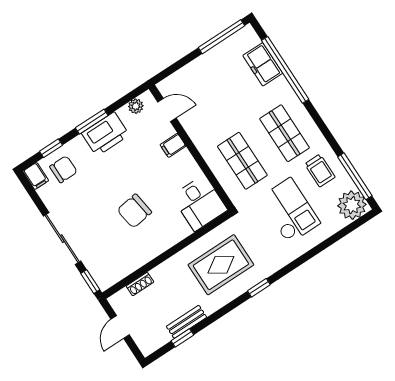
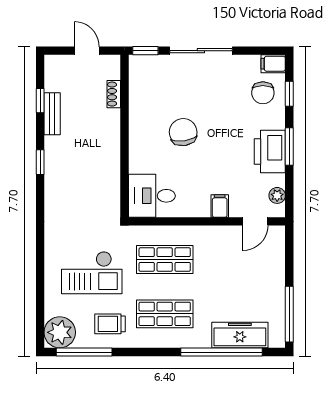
freezer: (263, 64) -> (240, 335), width x1.40
rug: (221, 265) -> (83, 179), removed
window: (259, 288) -> (40, 162), moved

